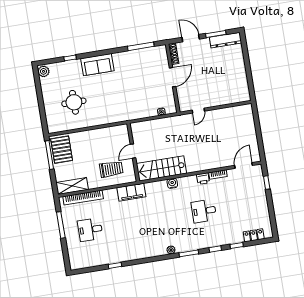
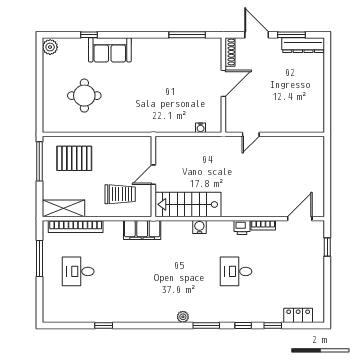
sofa: (97, 65) -> (110, 50), moved
pallet: (62, 150) -> (74, 158), moved, turned 90

